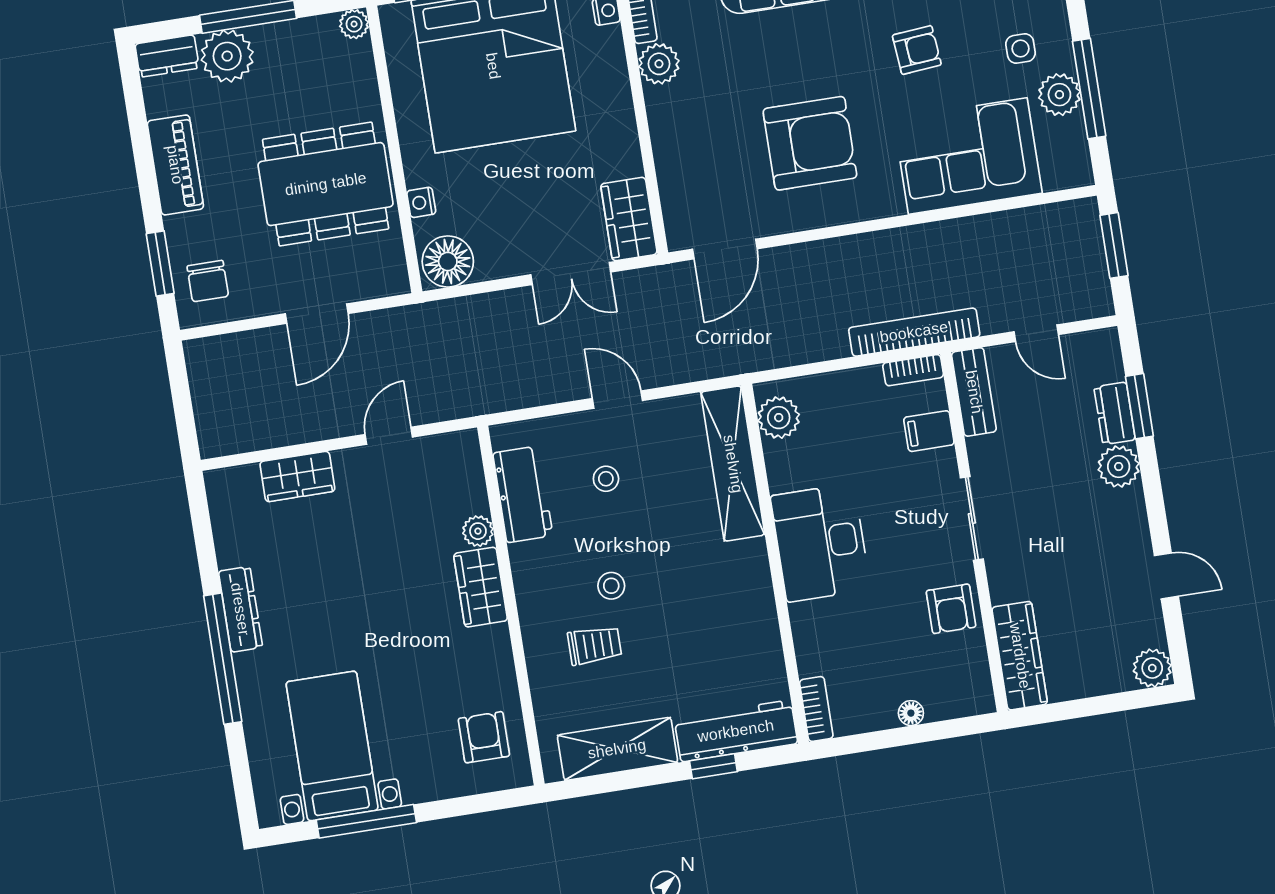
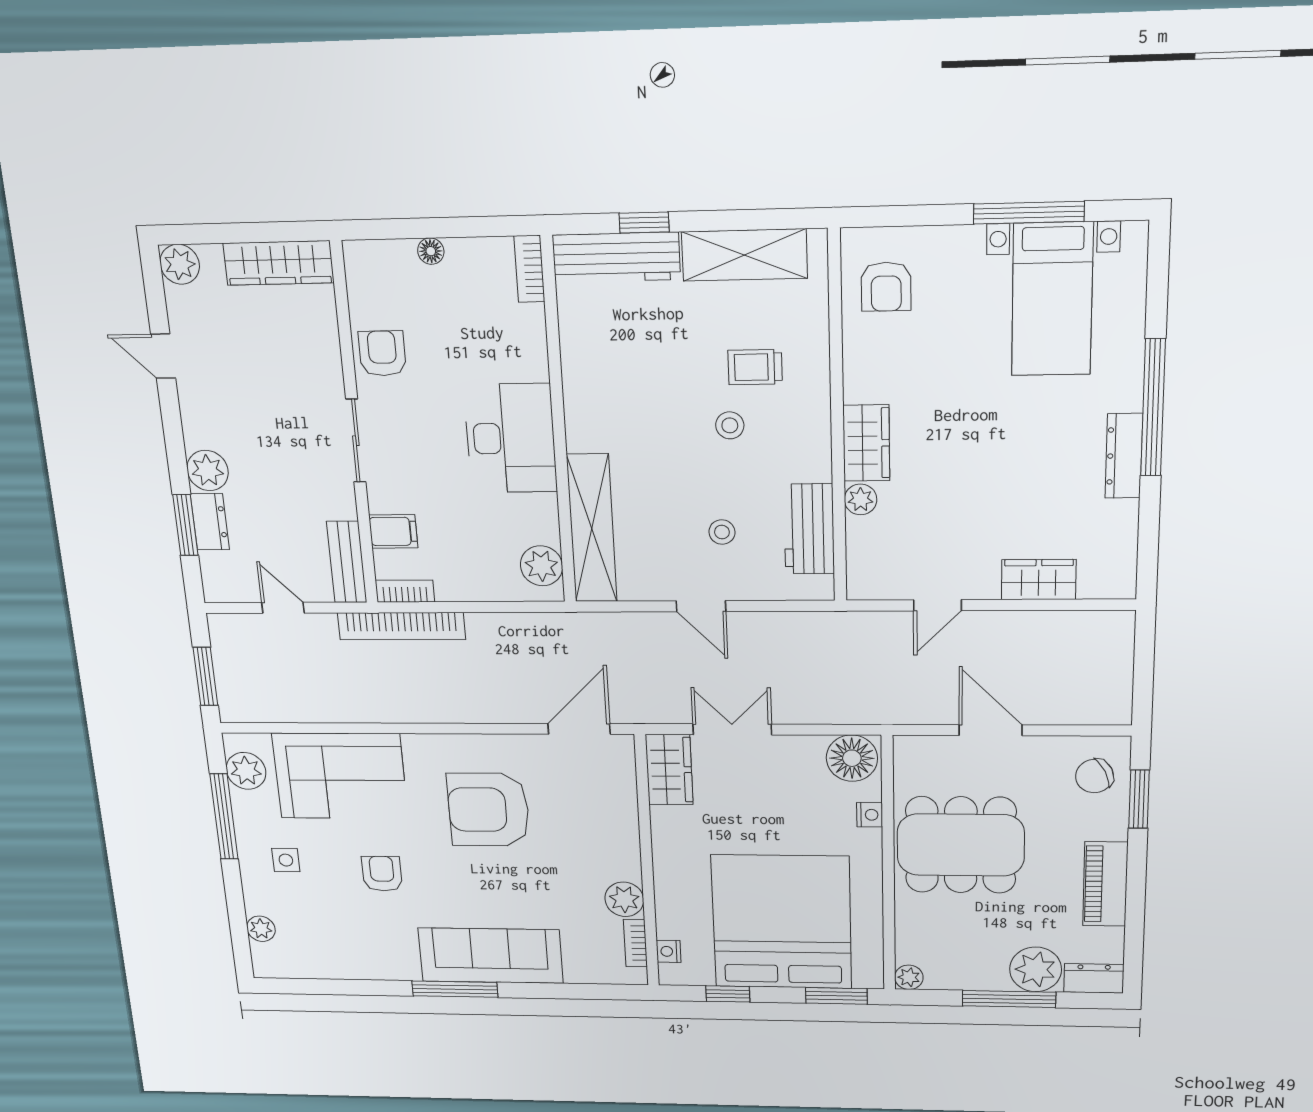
armchair: (917, 50) -> (382, 874), turned 95
plant: (1059, 95) -> (246, 771), moved
chair: (208, 281) -> (1094, 776), turned -116
door: (317, 314) -> (991, 730), hinge flipped
wardrobe: (1020, 656) -> (279, 263), moved, turned -90

